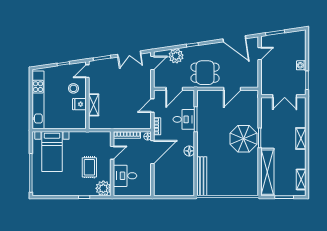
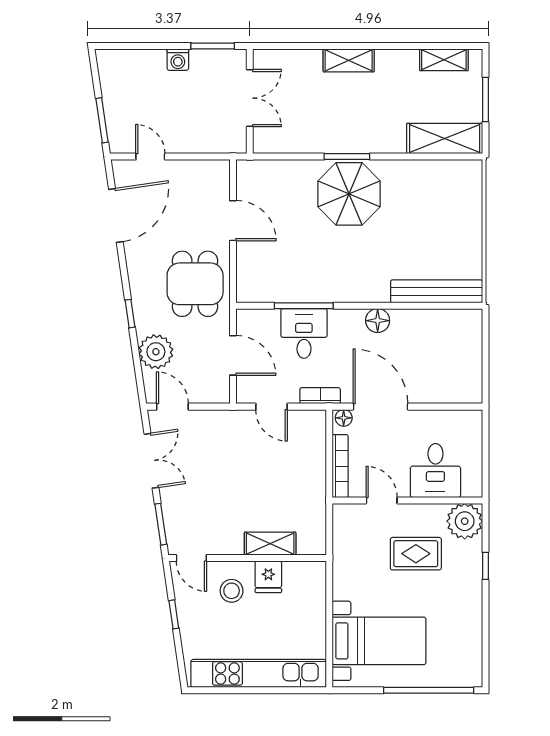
shelving: (267, 172) -> (445, 138), width x0.68

